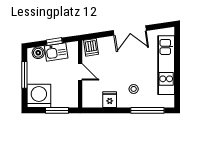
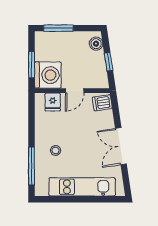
kitchen sink: (56, 52) -> (97, 64), removed
window: (24, 75) -> (58, 28), moved
washing machine: (39, 96) -> (48, 75), moved
fridge: (110, 100) -> (53, 102), moved, turned 90

